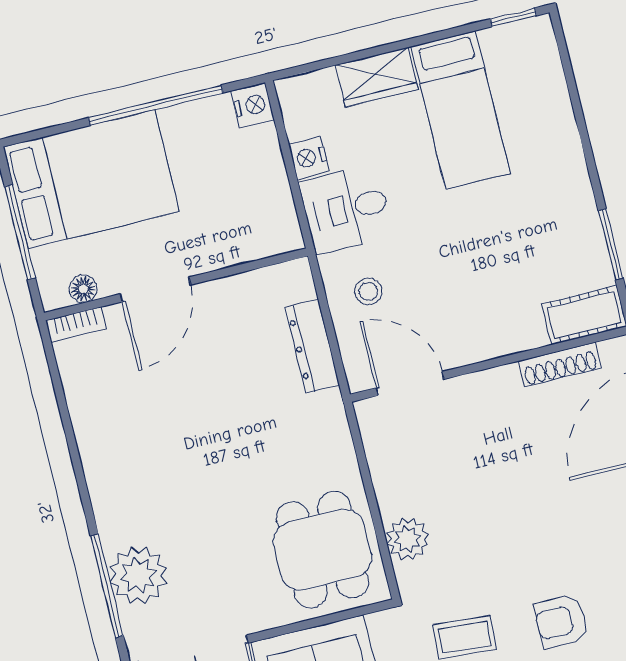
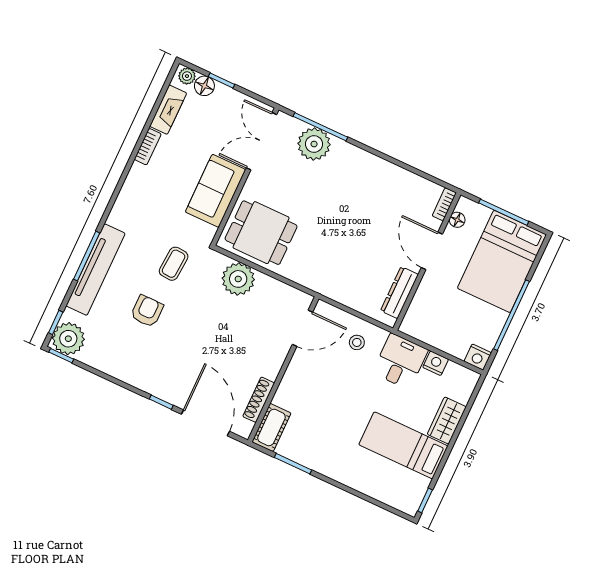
dresser: (312, 346) -> (399, 293), moved, turned -90
plant: (408, 539) -> (238, 279), width x1.36, depth x1.36

